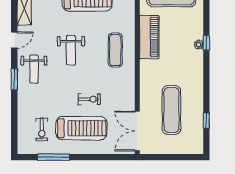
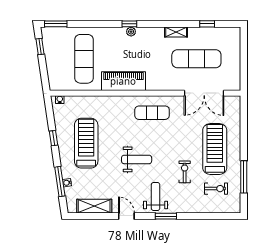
exercise mat: (115, 50) -> (152, 113), moved
weight bench: (34, 69) -> (156, 197), turned -90
shelving: (198, 90) -> (176, 32), added
exercise bike: (89, 99) -> (185, 172), moved
double door: (137, 131) -> (204, 93), moved

